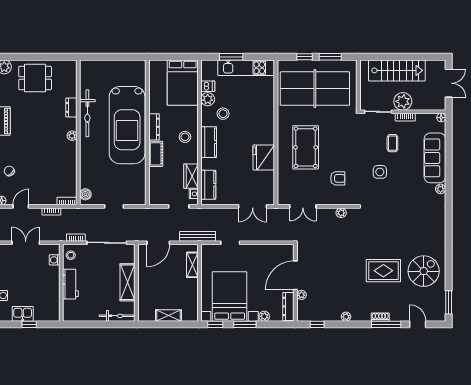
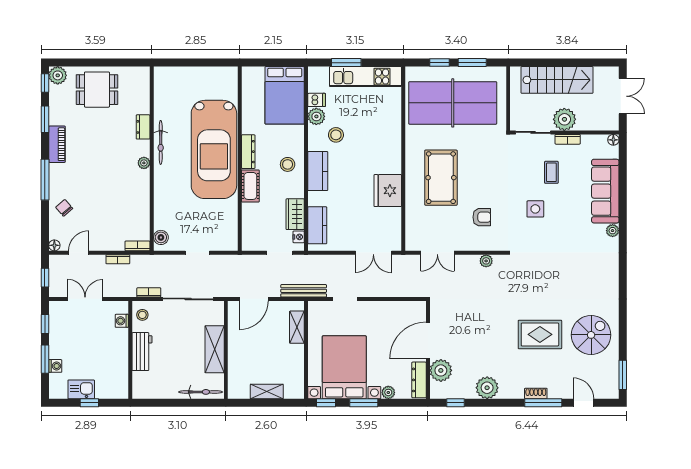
bicycle: (87, 113) -> (161, 142), width x0.73, depth x0.71
plant: (301, 295) -> (441, 370), width x1.88, depth x1.88
plant: (346, 317) -> (487, 388), width x1.88, depth x1.88

